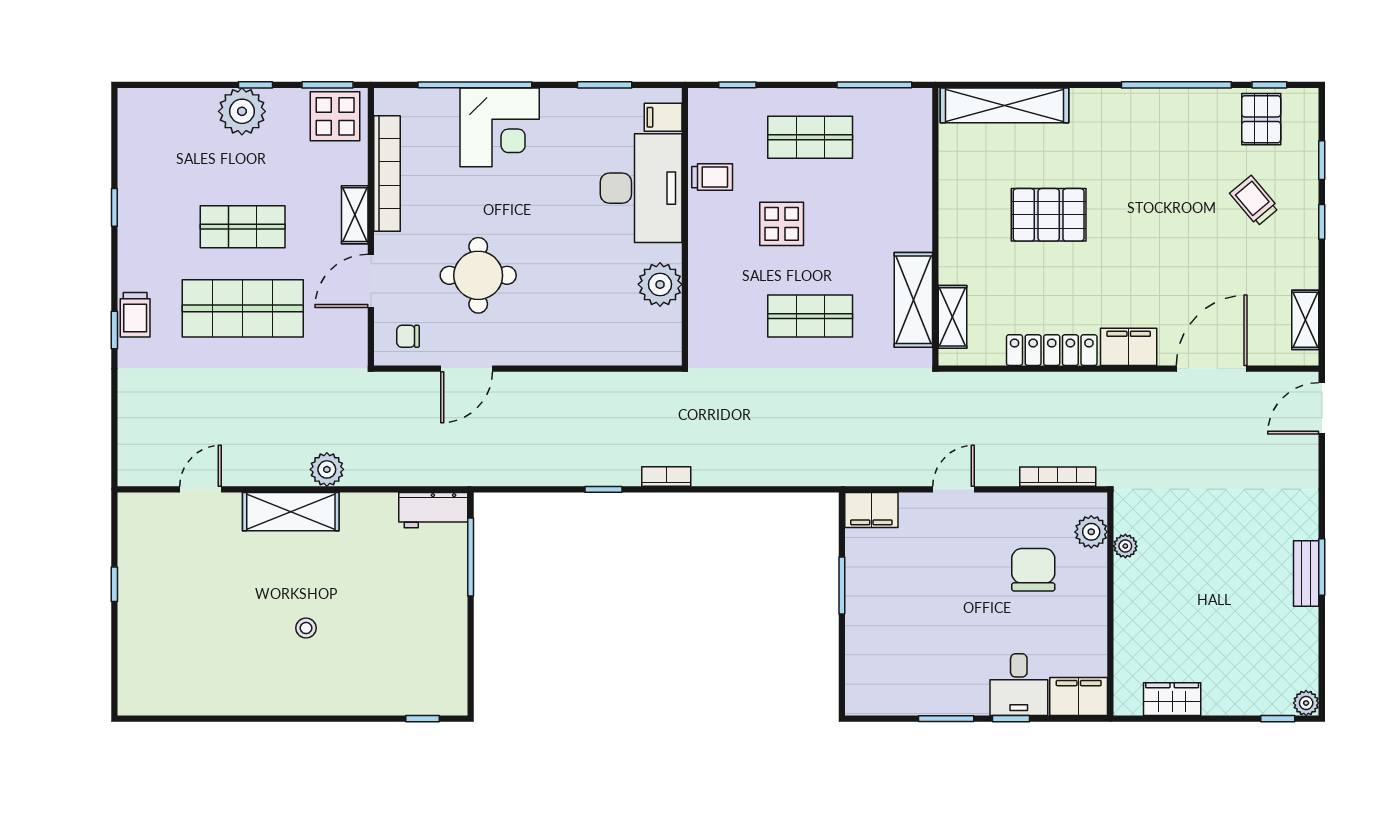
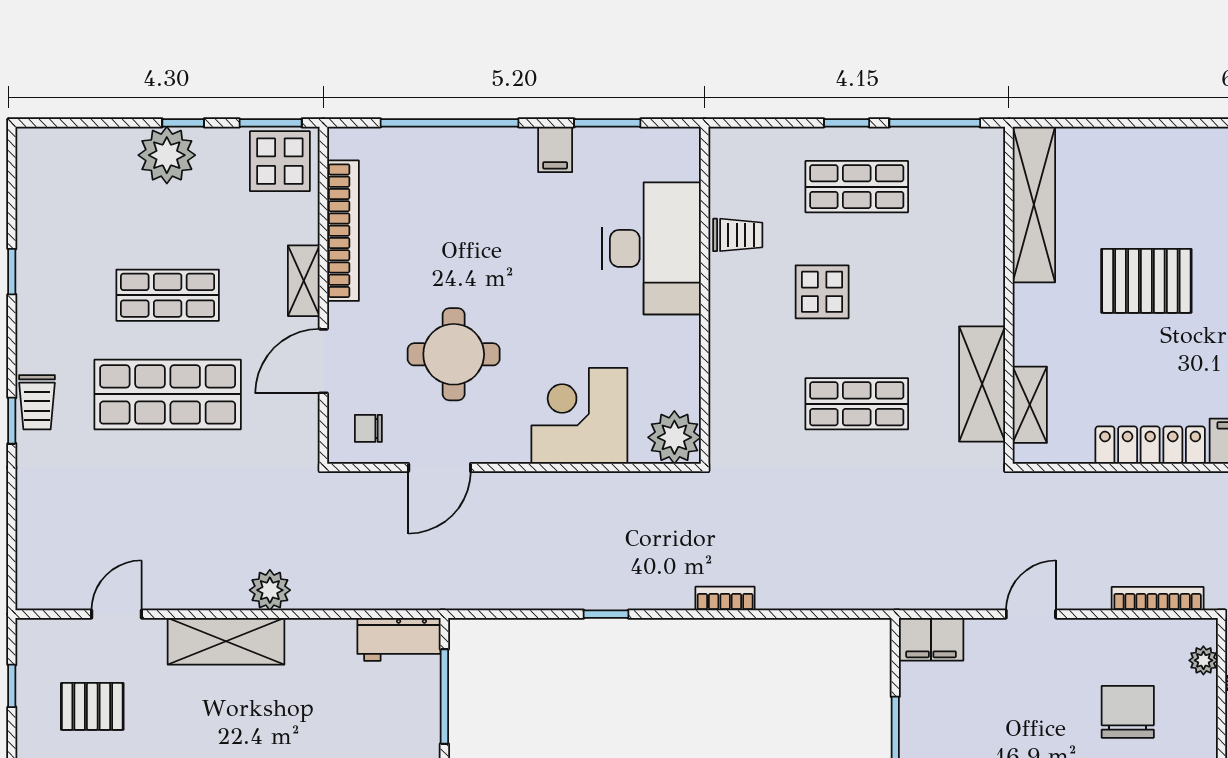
window: (737, 85) -> (847, 123), moved
shelving: (1004, 105) -> (1034, 205), moved, turned 90
filing cabinet: (663, 117) -> (555, 149), moved, turned -90
corner desk: (500, 127) -> (579, 416), moved, turned 180
plant: (660, 284) -> (674, 437), moved
bookcase: (666, 476) -> (725, 599), moved
plant: (1091, 532) -> (1203, 660), width x0.73, depth x0.73
pallet: (181, 565) -> (92, 706), added
window: (114, 584) -> (12, 686), moved

